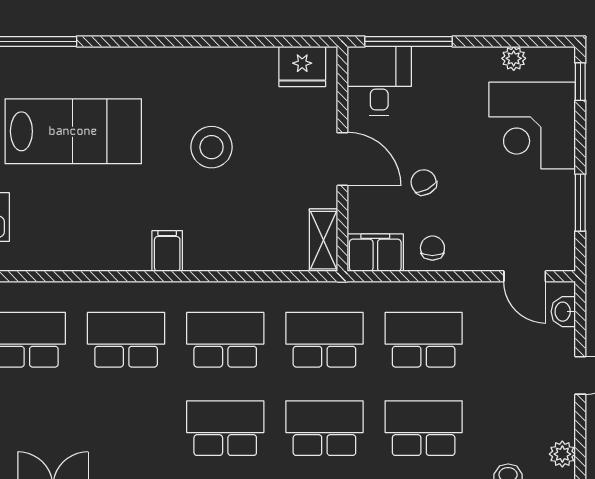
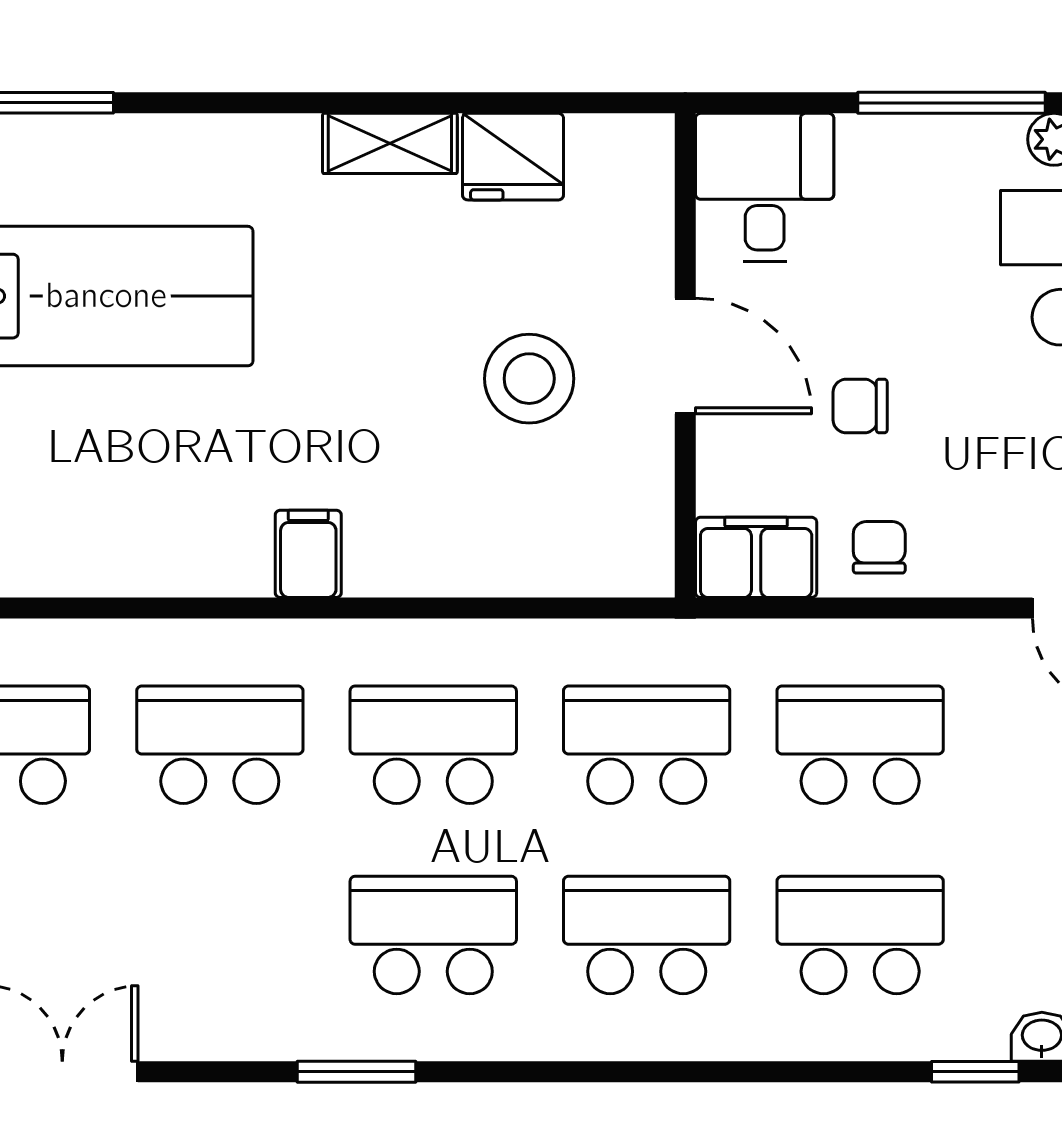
window: (409, 41) -> (951, 103), moved
fridge: (302, 66) -> (513, 157), moved
stool: (212, 147) -> (529, 379), moved
chair: (424, 182) -> (860, 406), turned -62
shelving: (323, 240) -> (390, 143), moved, turned 90

